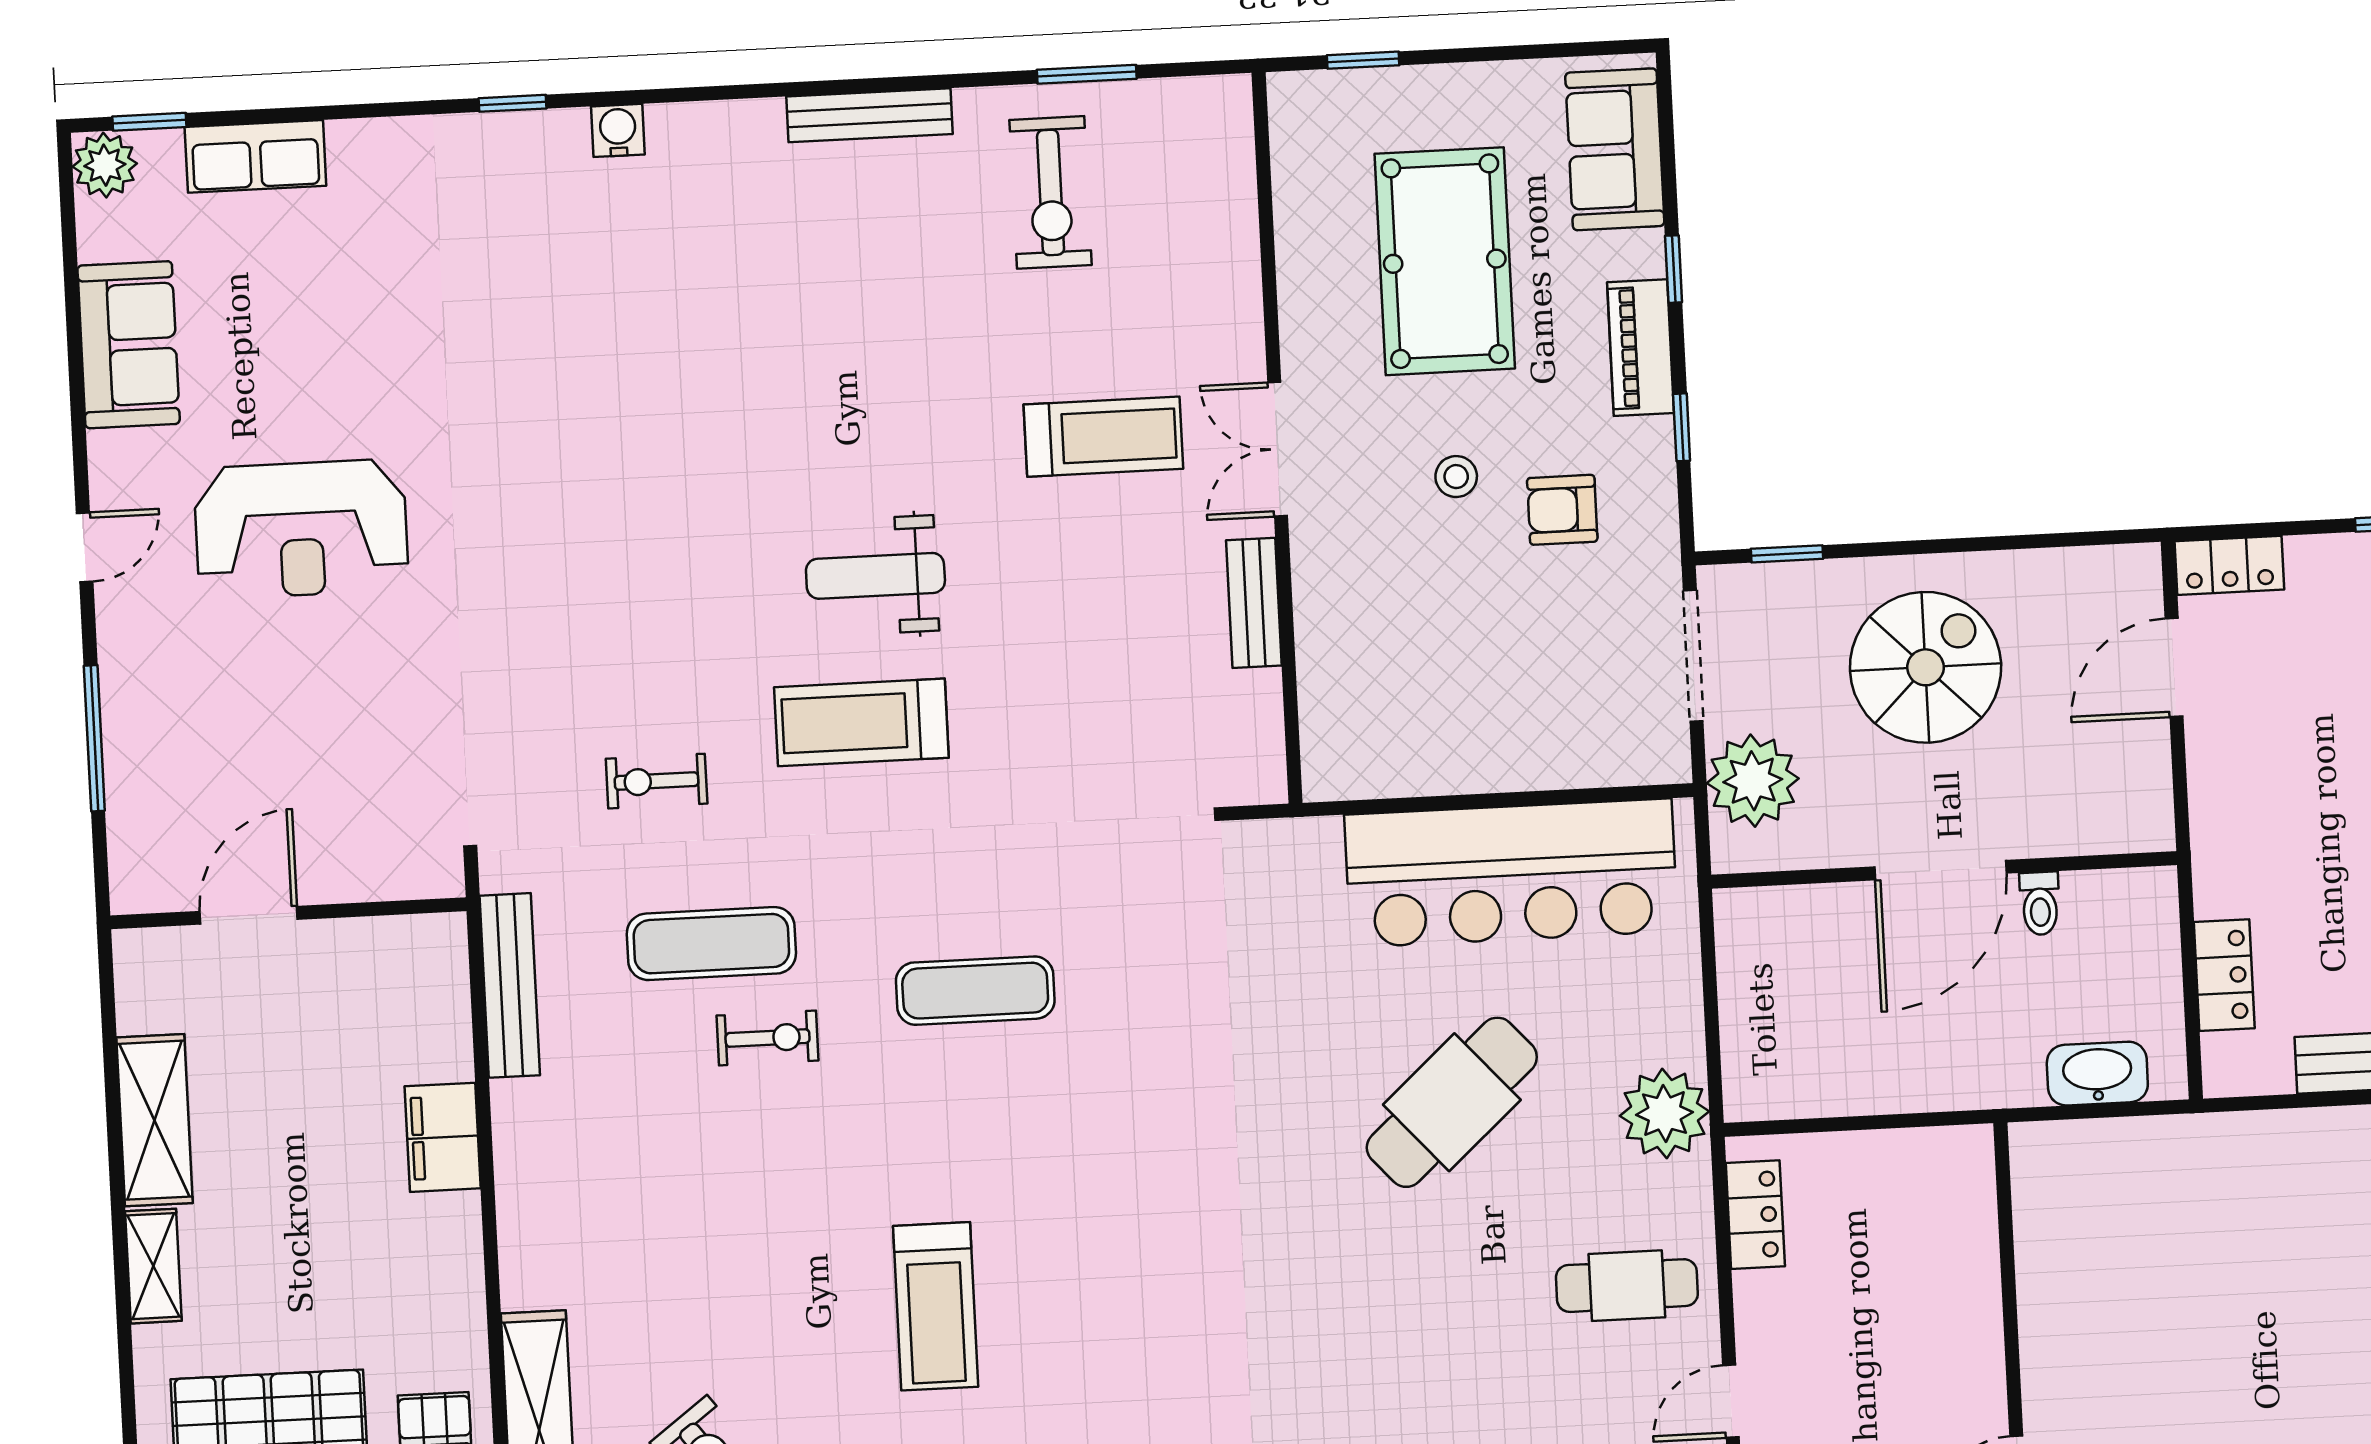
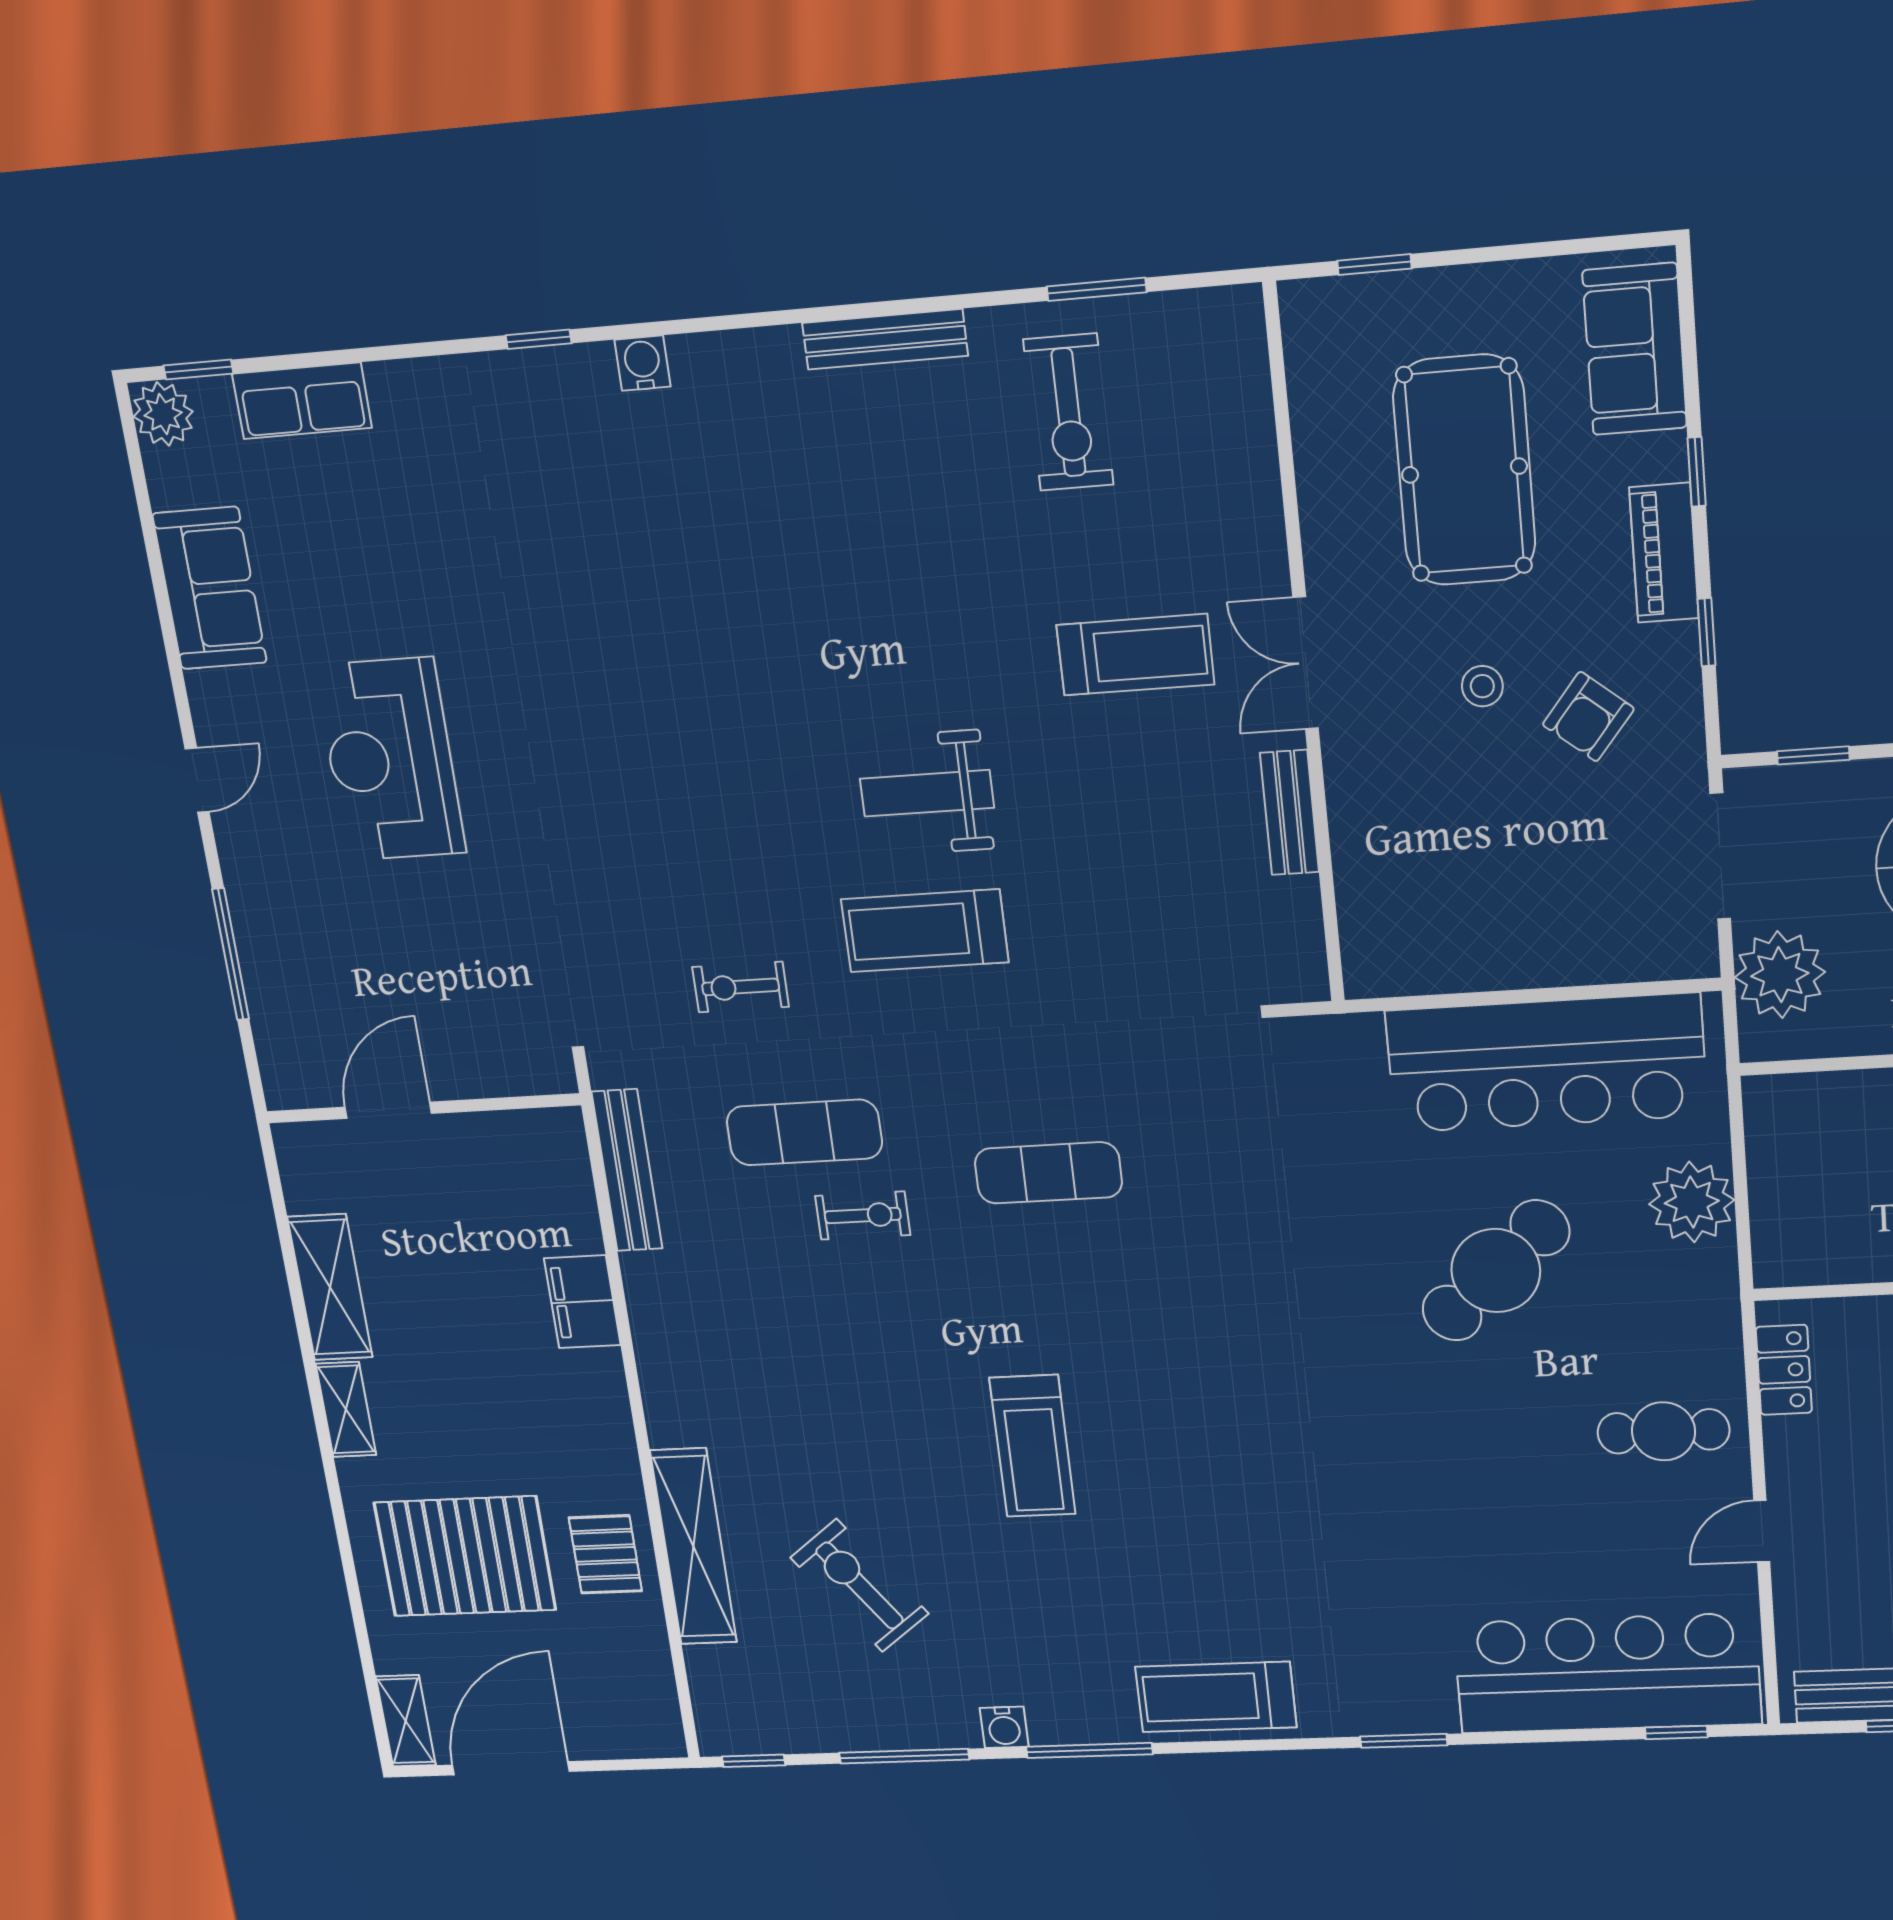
armchair: (1562, 510) -> (1588, 717), turned -51
reception desk: (301, 529) -> (390, 759), turned 90
plant: (1665, 1114) -> (1692, 1202), moved

